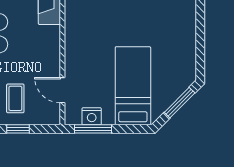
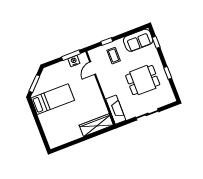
bed: (133, 86) -> (53, 99), moved, turned -90
door: (62, 90) -> (93, 68), swing flipped

